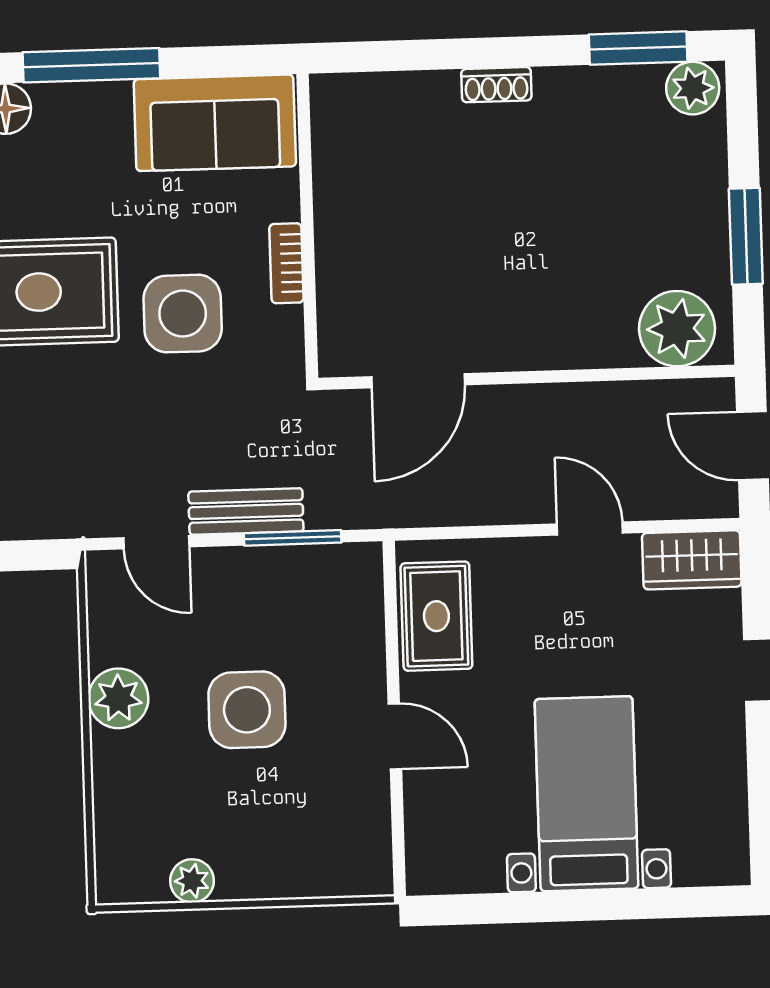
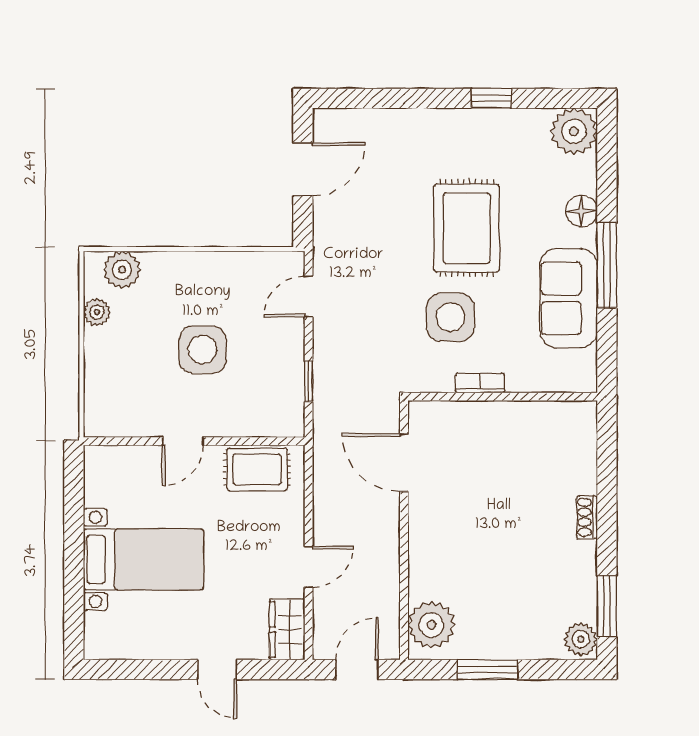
sofa: (215, 123) -> (569, 298), moved
bench: (246, 511) -> (326, 353), removed
window: (293, 538) -> (309, 381), width x0.67
plant: (118, 698) -> (122, 270), moved

